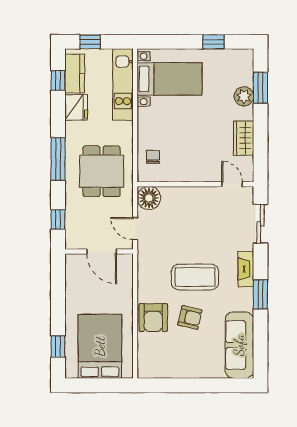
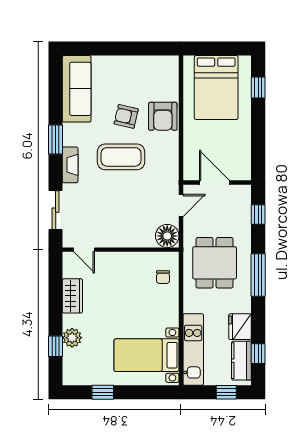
window: (260, 88) -> (56, 346), width x0.67
door: (135, 228) -> (181, 205), hinge flipped
armchair: (153, 318) -> (163, 116), turned 180

